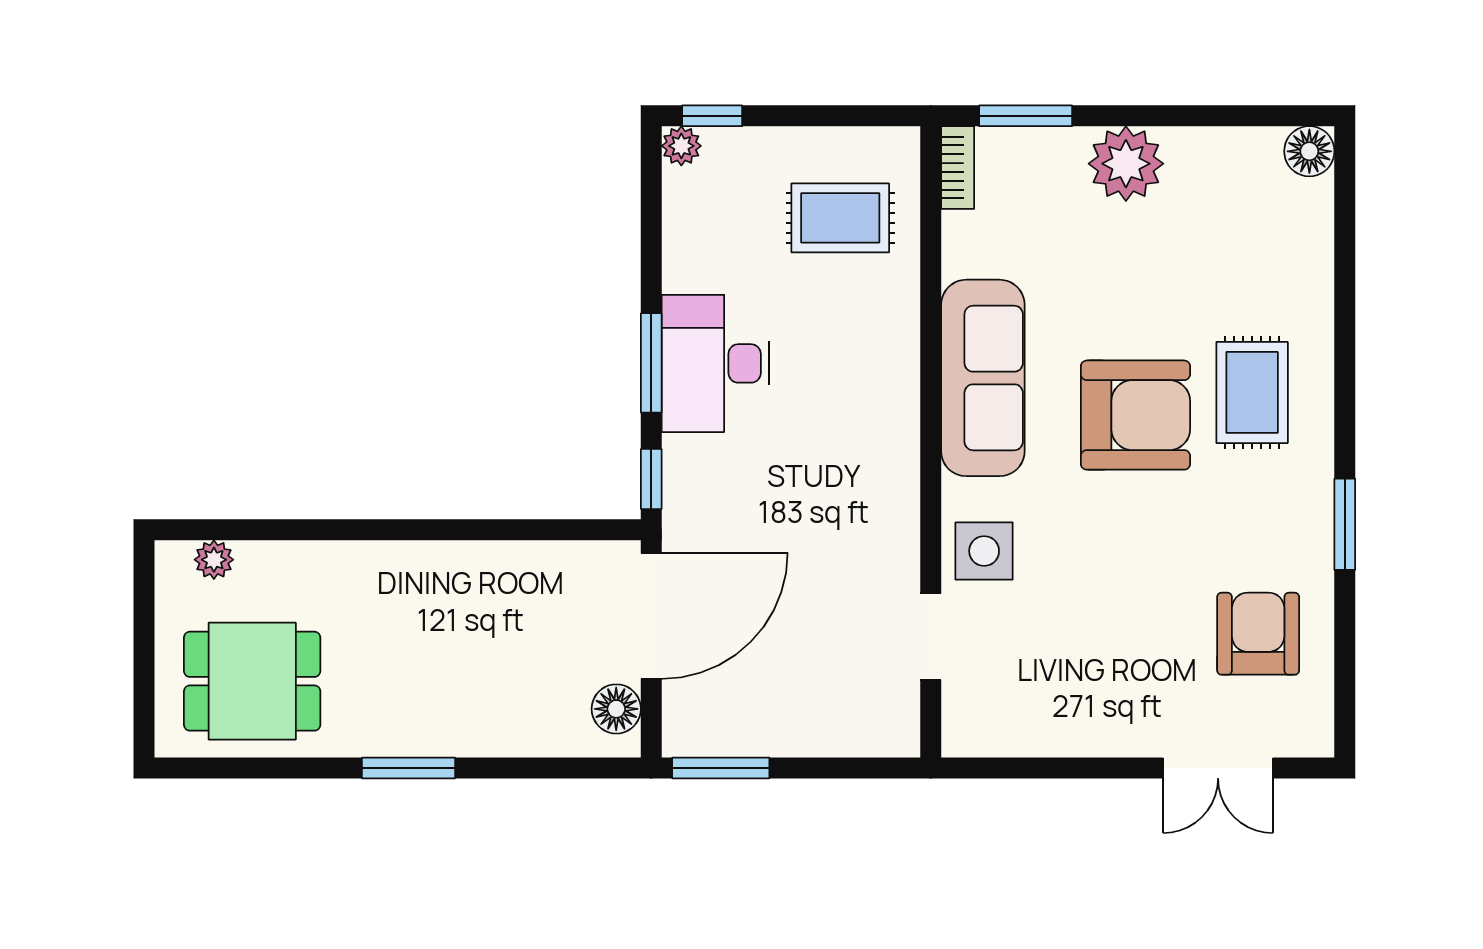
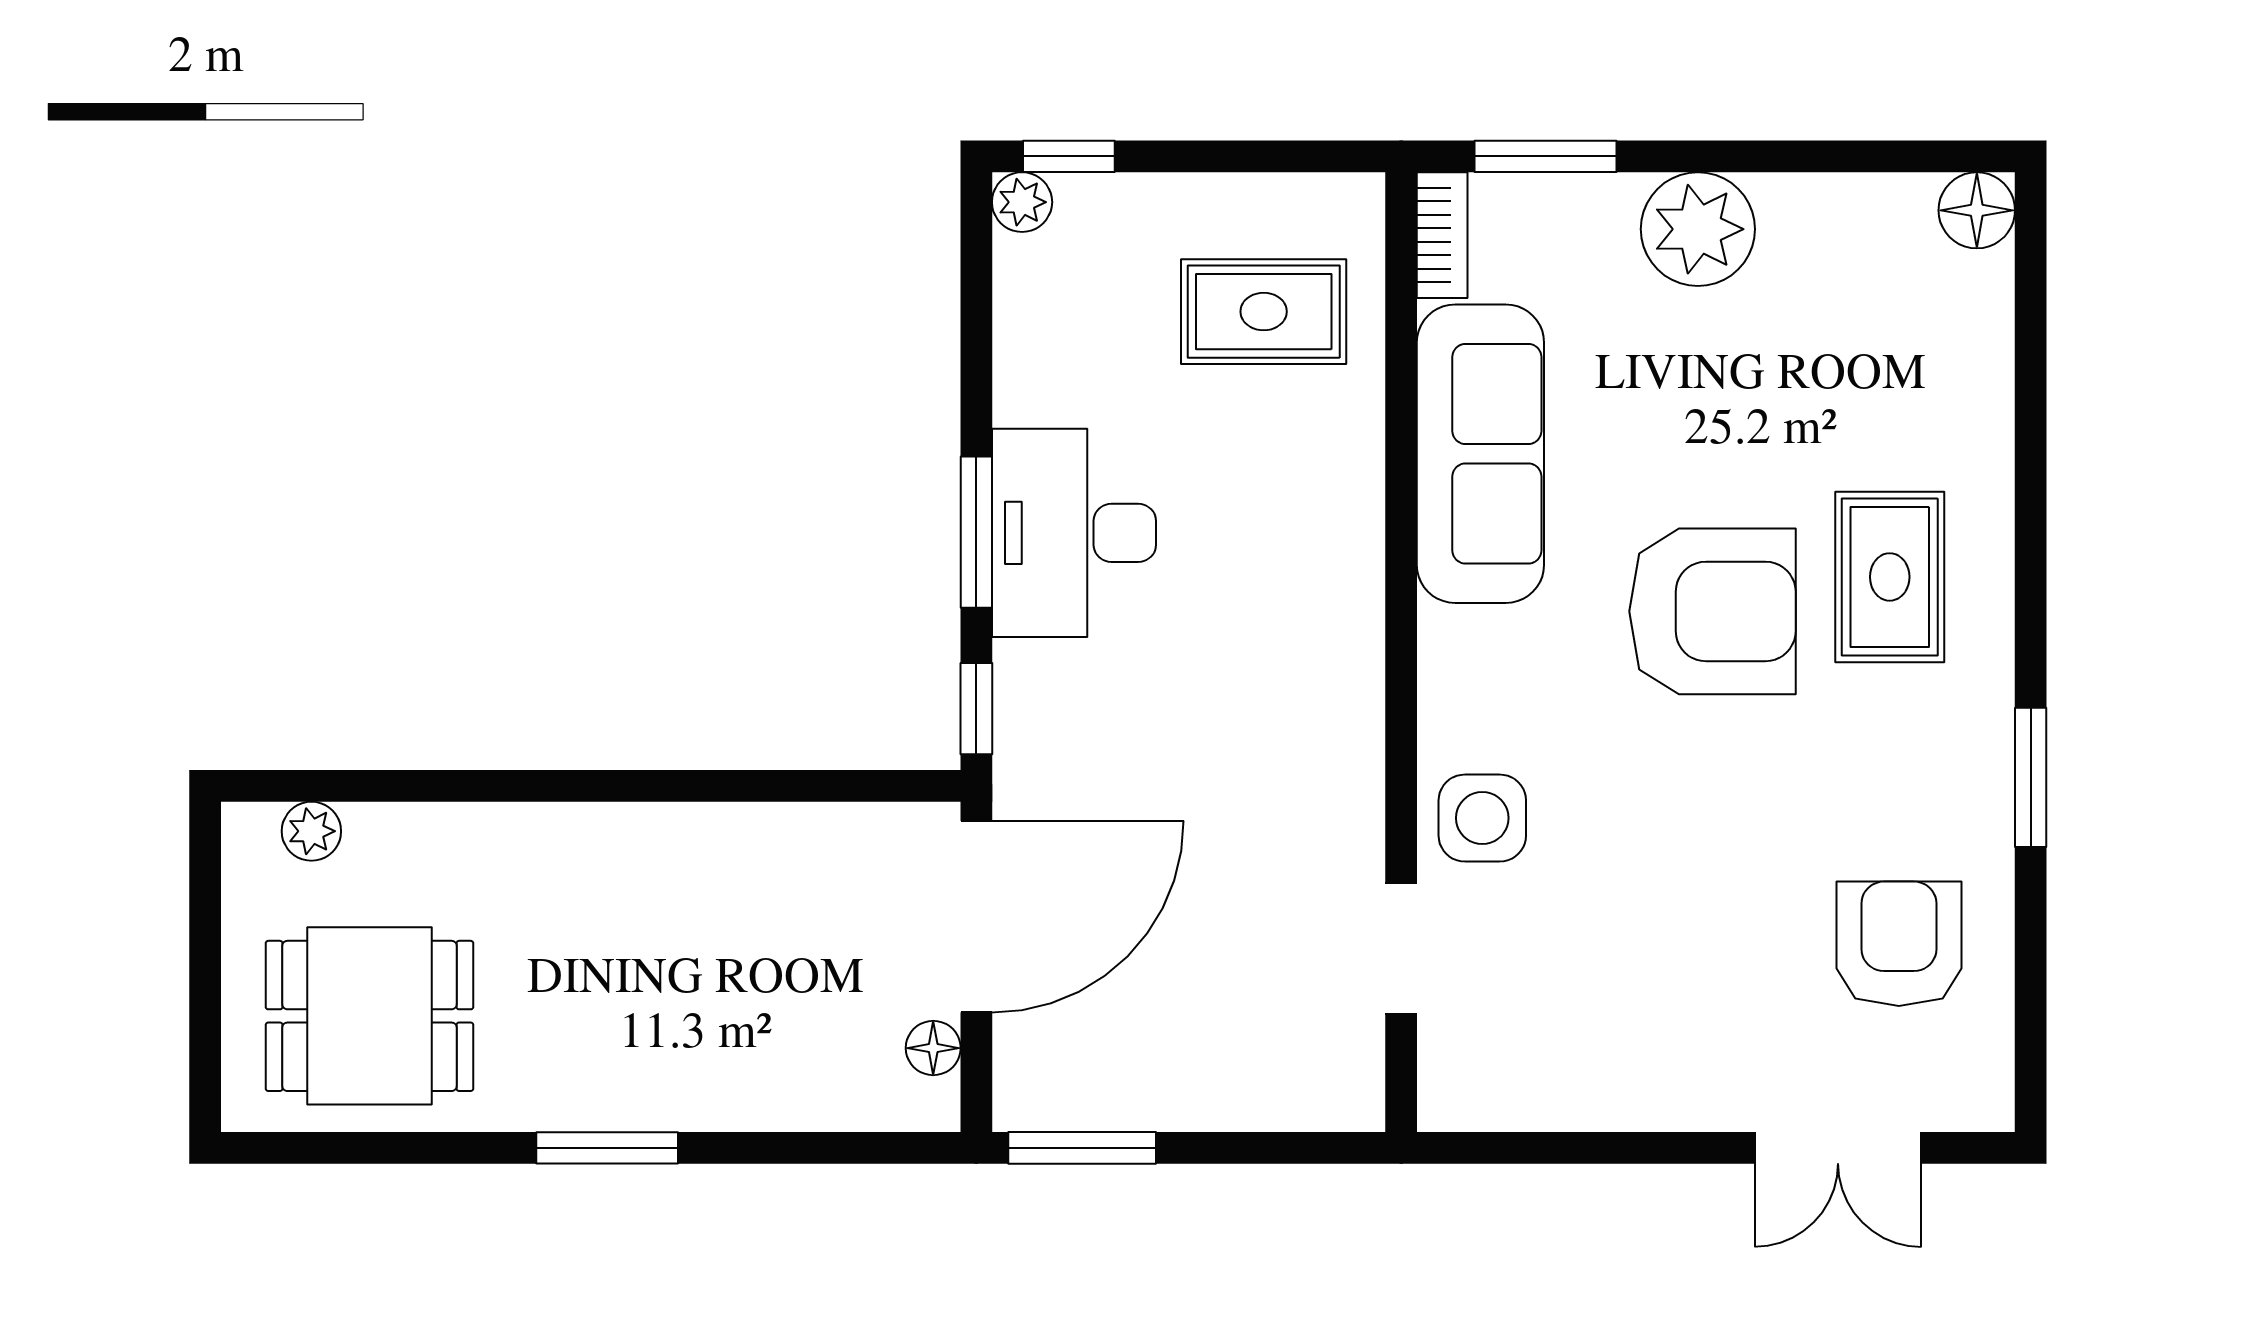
sofa: (983, 378) -> (1480, 454), moved
floor lamp: (616, 709) -> (933, 1048), width x0.73, depth x0.73

